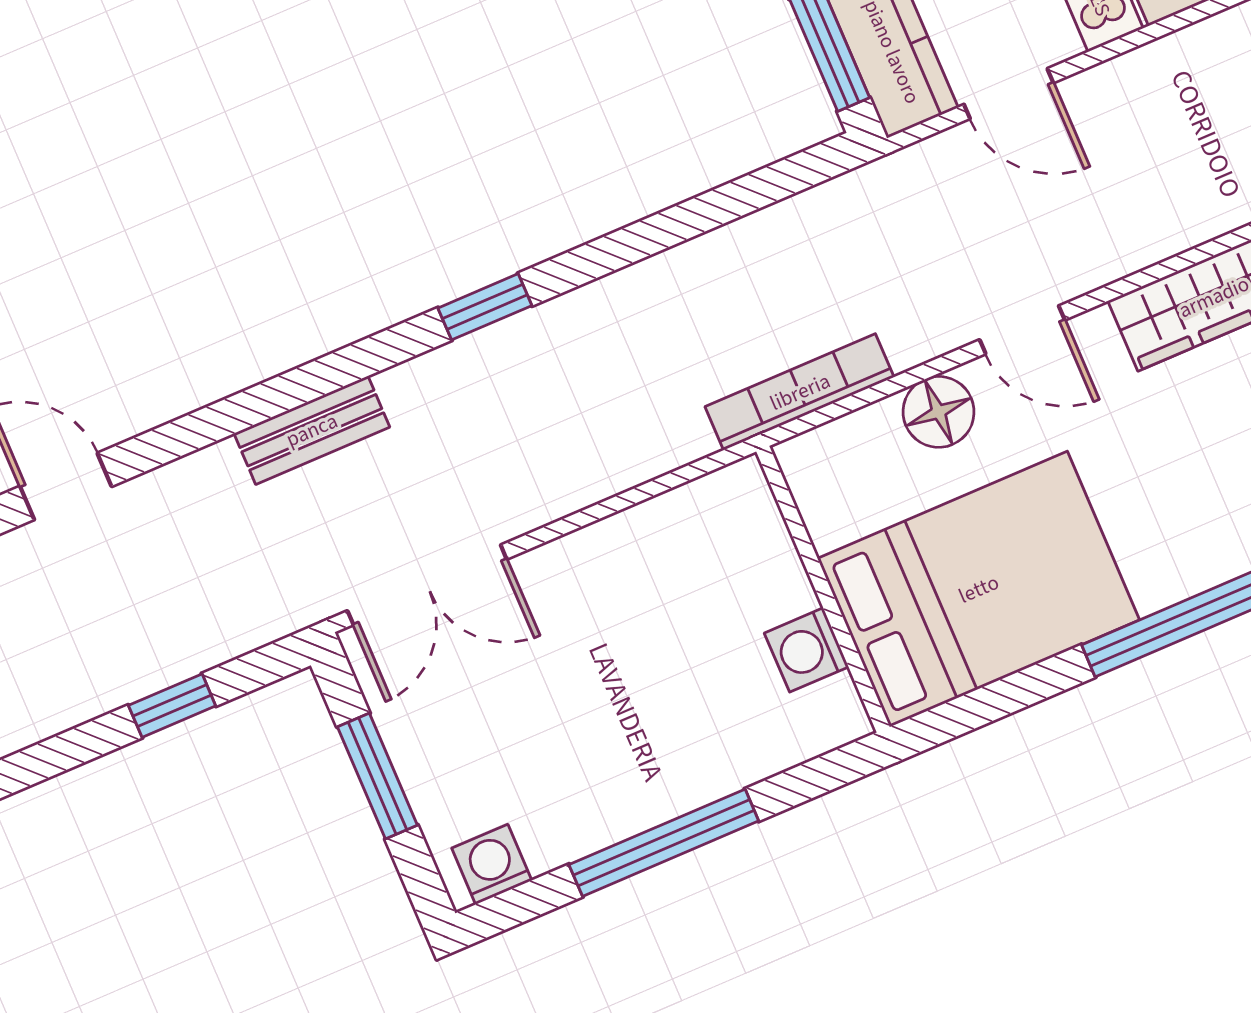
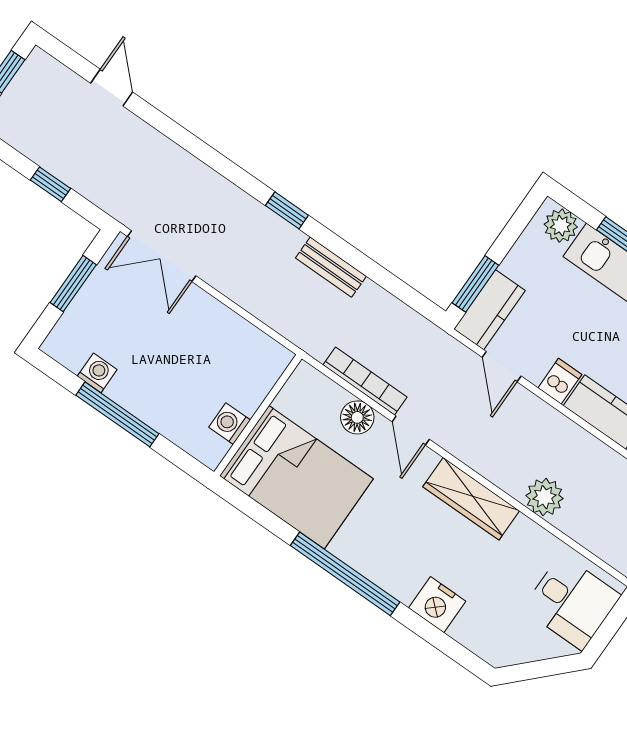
bookcase: (800, 392) -> (365, 381), moved
bench: (312, 430) -> (331, 267), moved
washing machine: (492, 864) -> (97, 373), moved

